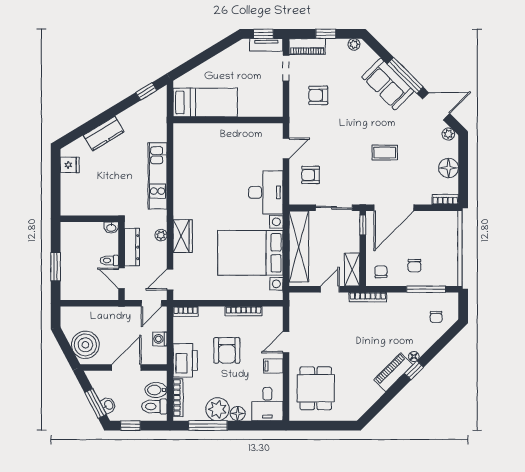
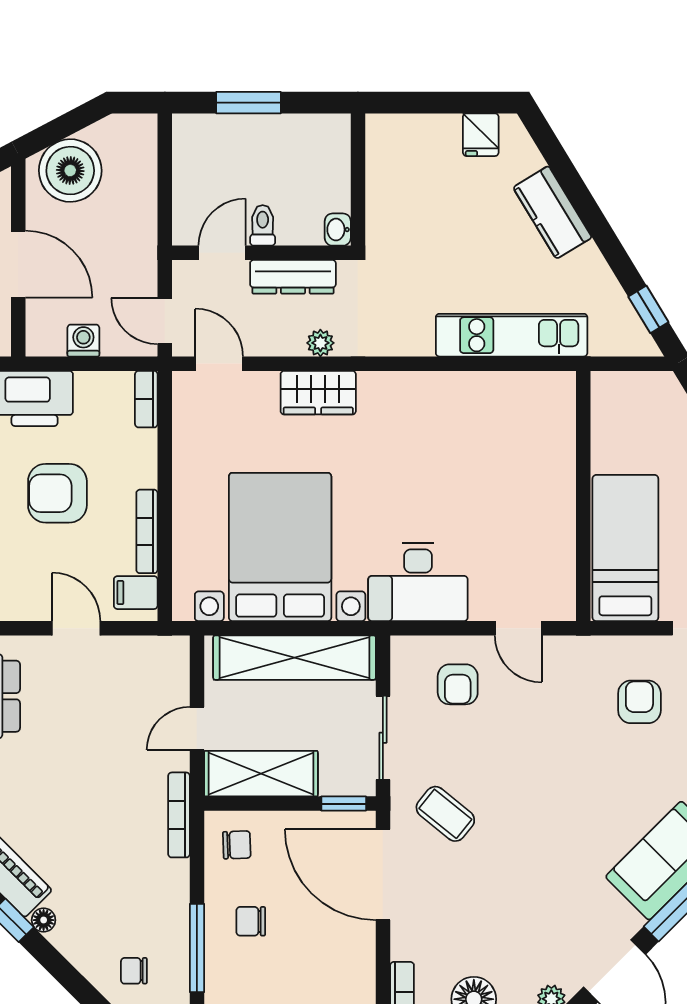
bed: (205, 102) -> (625, 548), moved, turned 180
coffee table: (385, 152) -> (445, 814), moved, turned -51
armchair: (311, 175) -> (458, 684), turned 180
kitchen unit: (158, 176) -> (512, 335), moved
shelving: (352, 269) -> (261, 774), width x1.50, depth x1.33
door: (330, 289) -> (197, 728), swing flipped
filing cabinet: (273, 366) -> (136, 593), moved, turned -90

